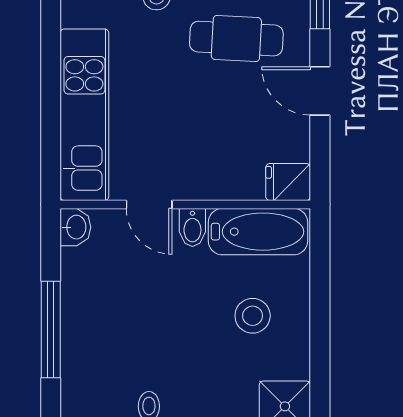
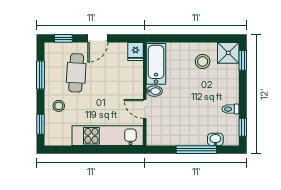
door: (149, 204) -> (145, 109), swing flipped
washbasin: (75, 227) -> (215, 139), moved
stool: (253, 316) -> (203, 61), moved

